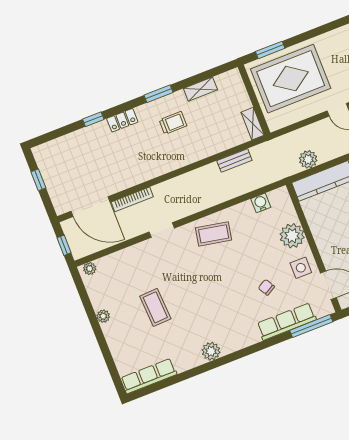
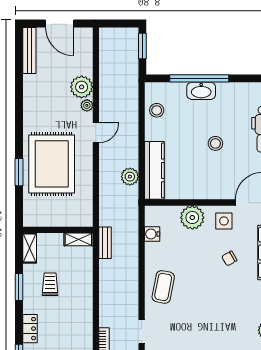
wall: (254, 100) -> (58, 230), moved
shelving: (253, 124) -> (78, 239), moved

